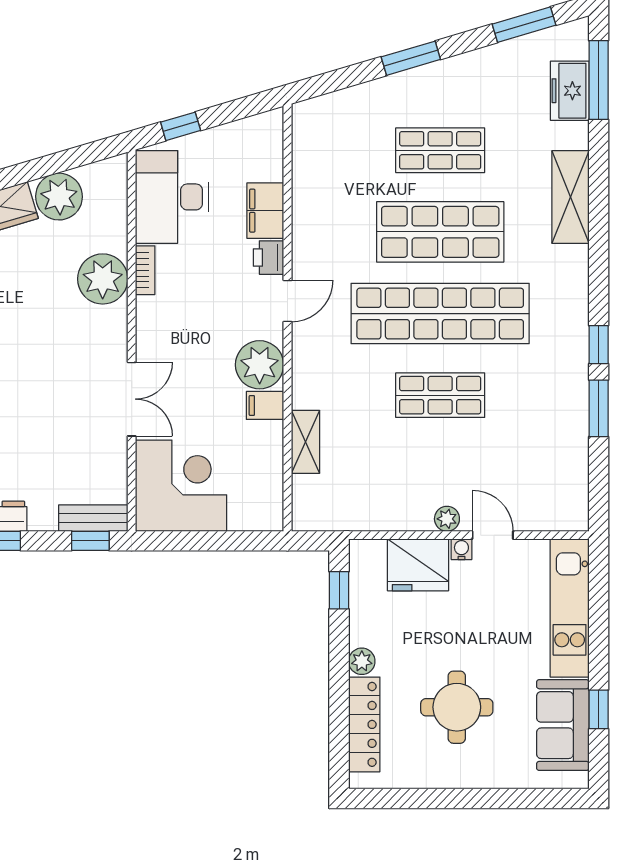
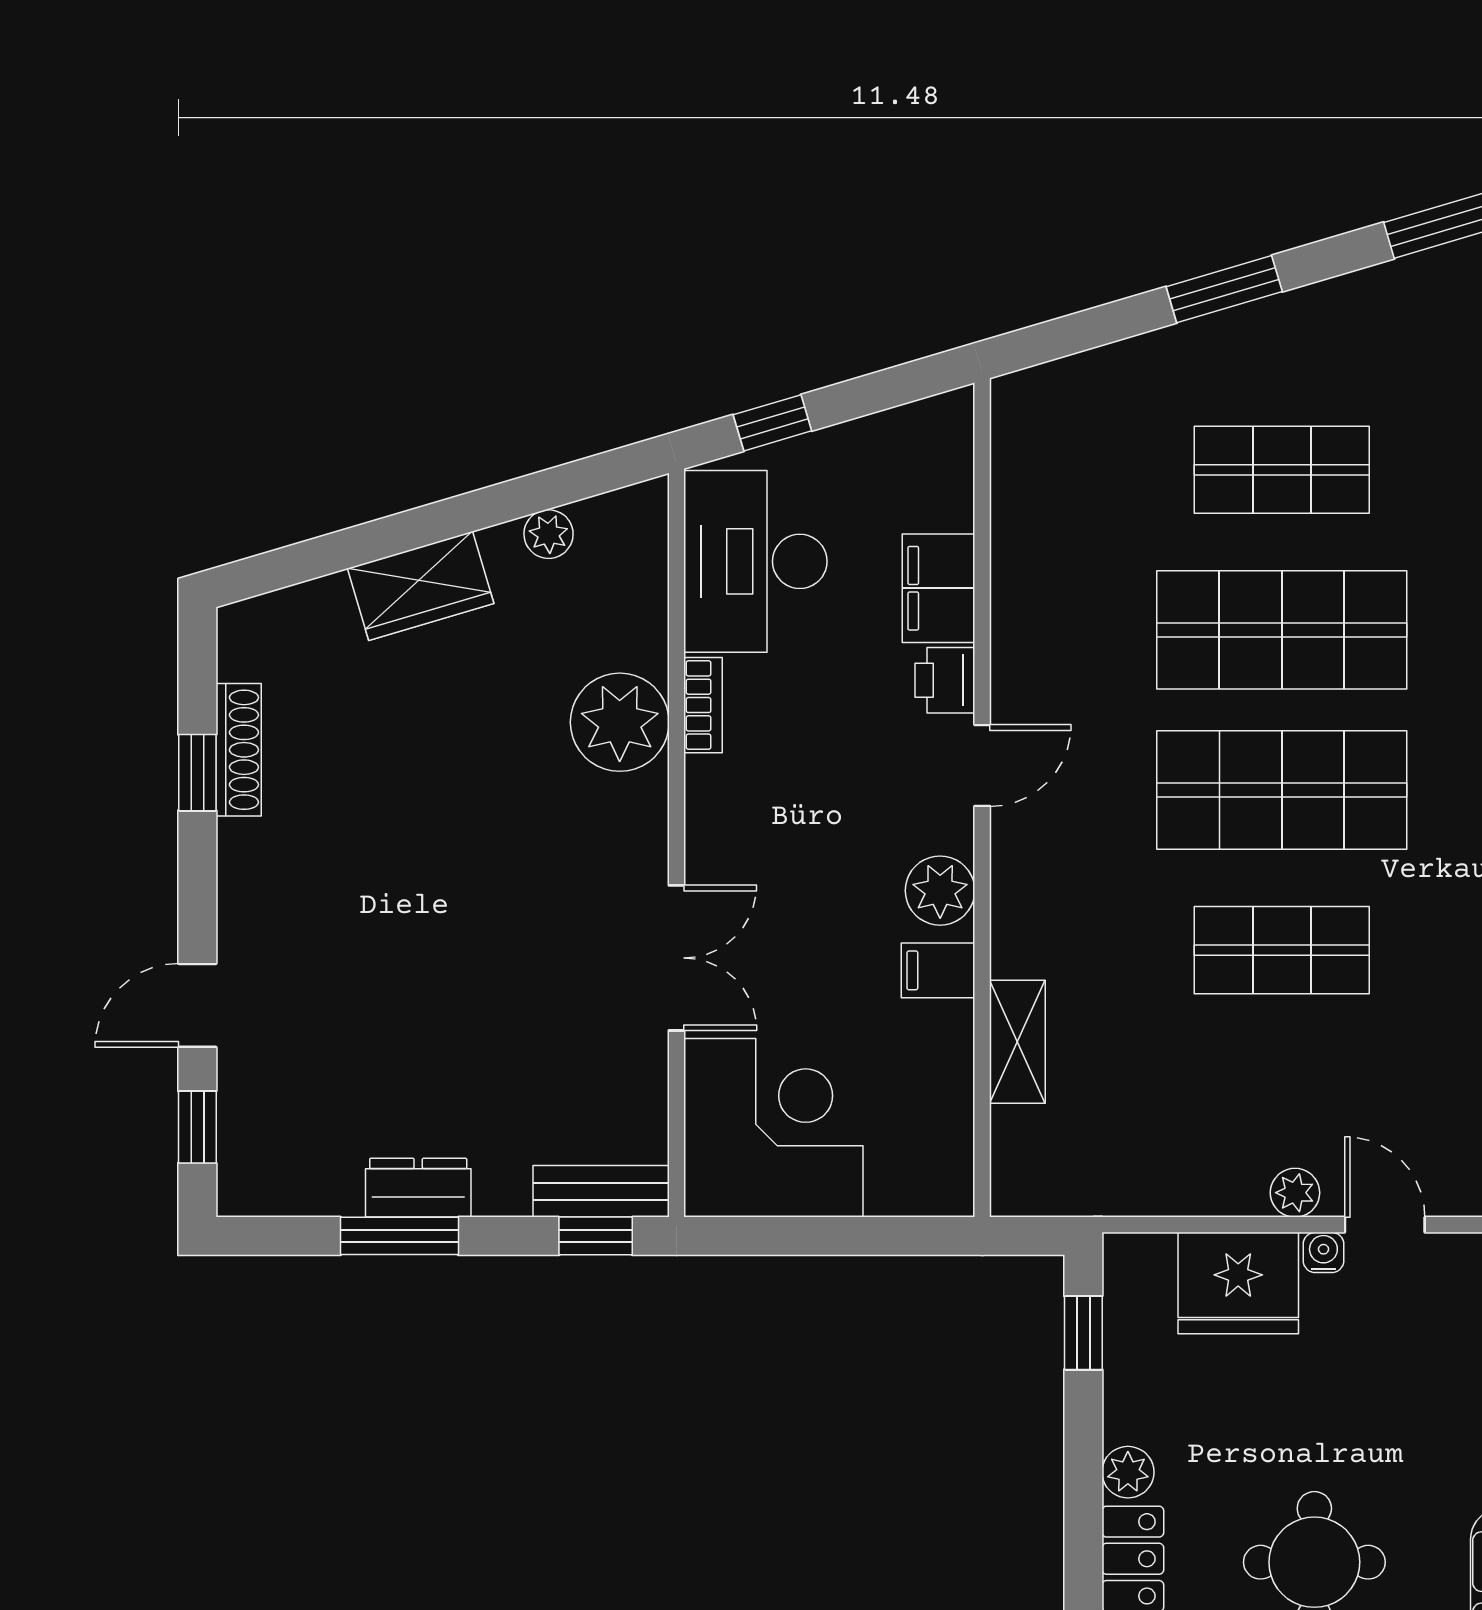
plant: (59, 197) -> (549, 534), width x0.53, depth x0.53
shop shelf: (440, 314) -> (1282, 790), width x0.71
plant: (260, 365) -> (940, 891), width x0.73, depth x0.73

